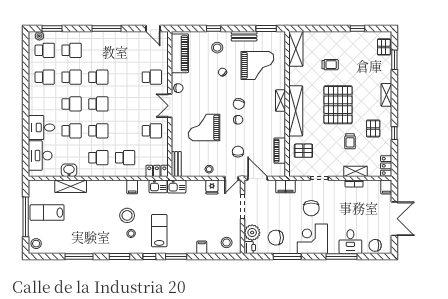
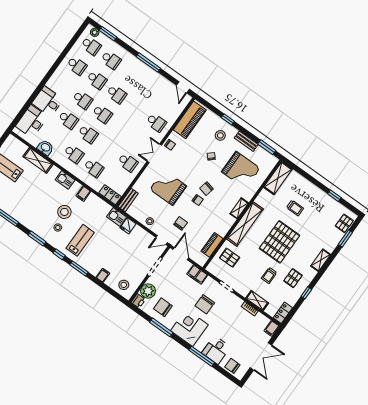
kitchen sink: (158, 186) -> (65, 180), moved
fridge: (212, 187) -> (128, 226), moved

